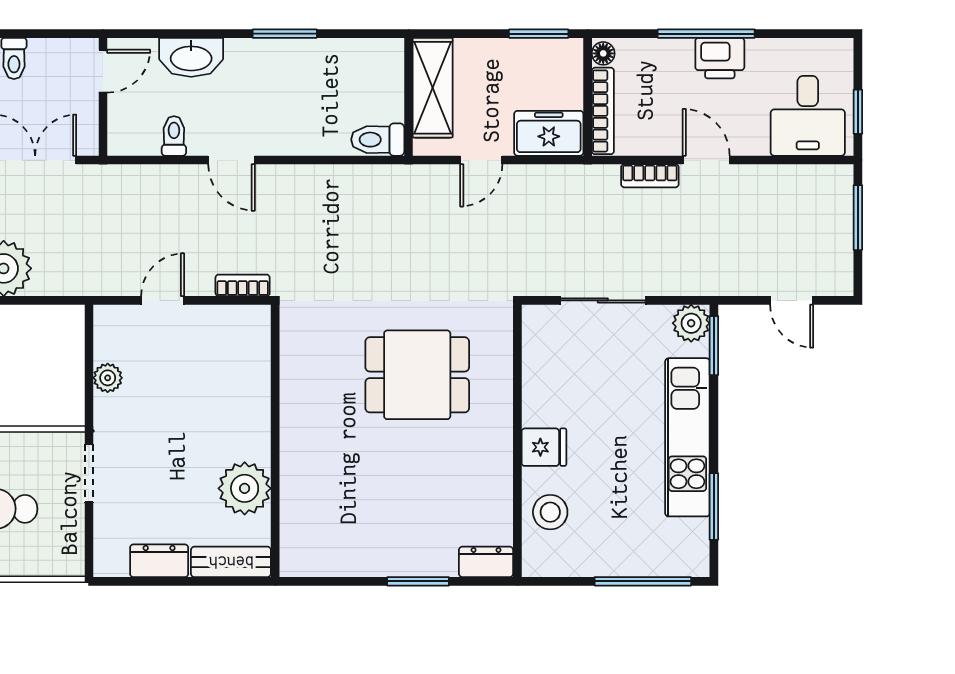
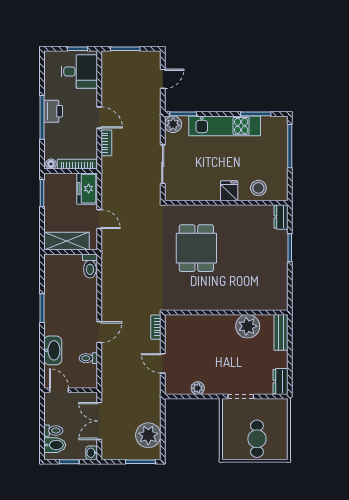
door: (706, 160) -> (99, 117), swing flipped
dresser: (159, 561) -> (280, 382), moved

